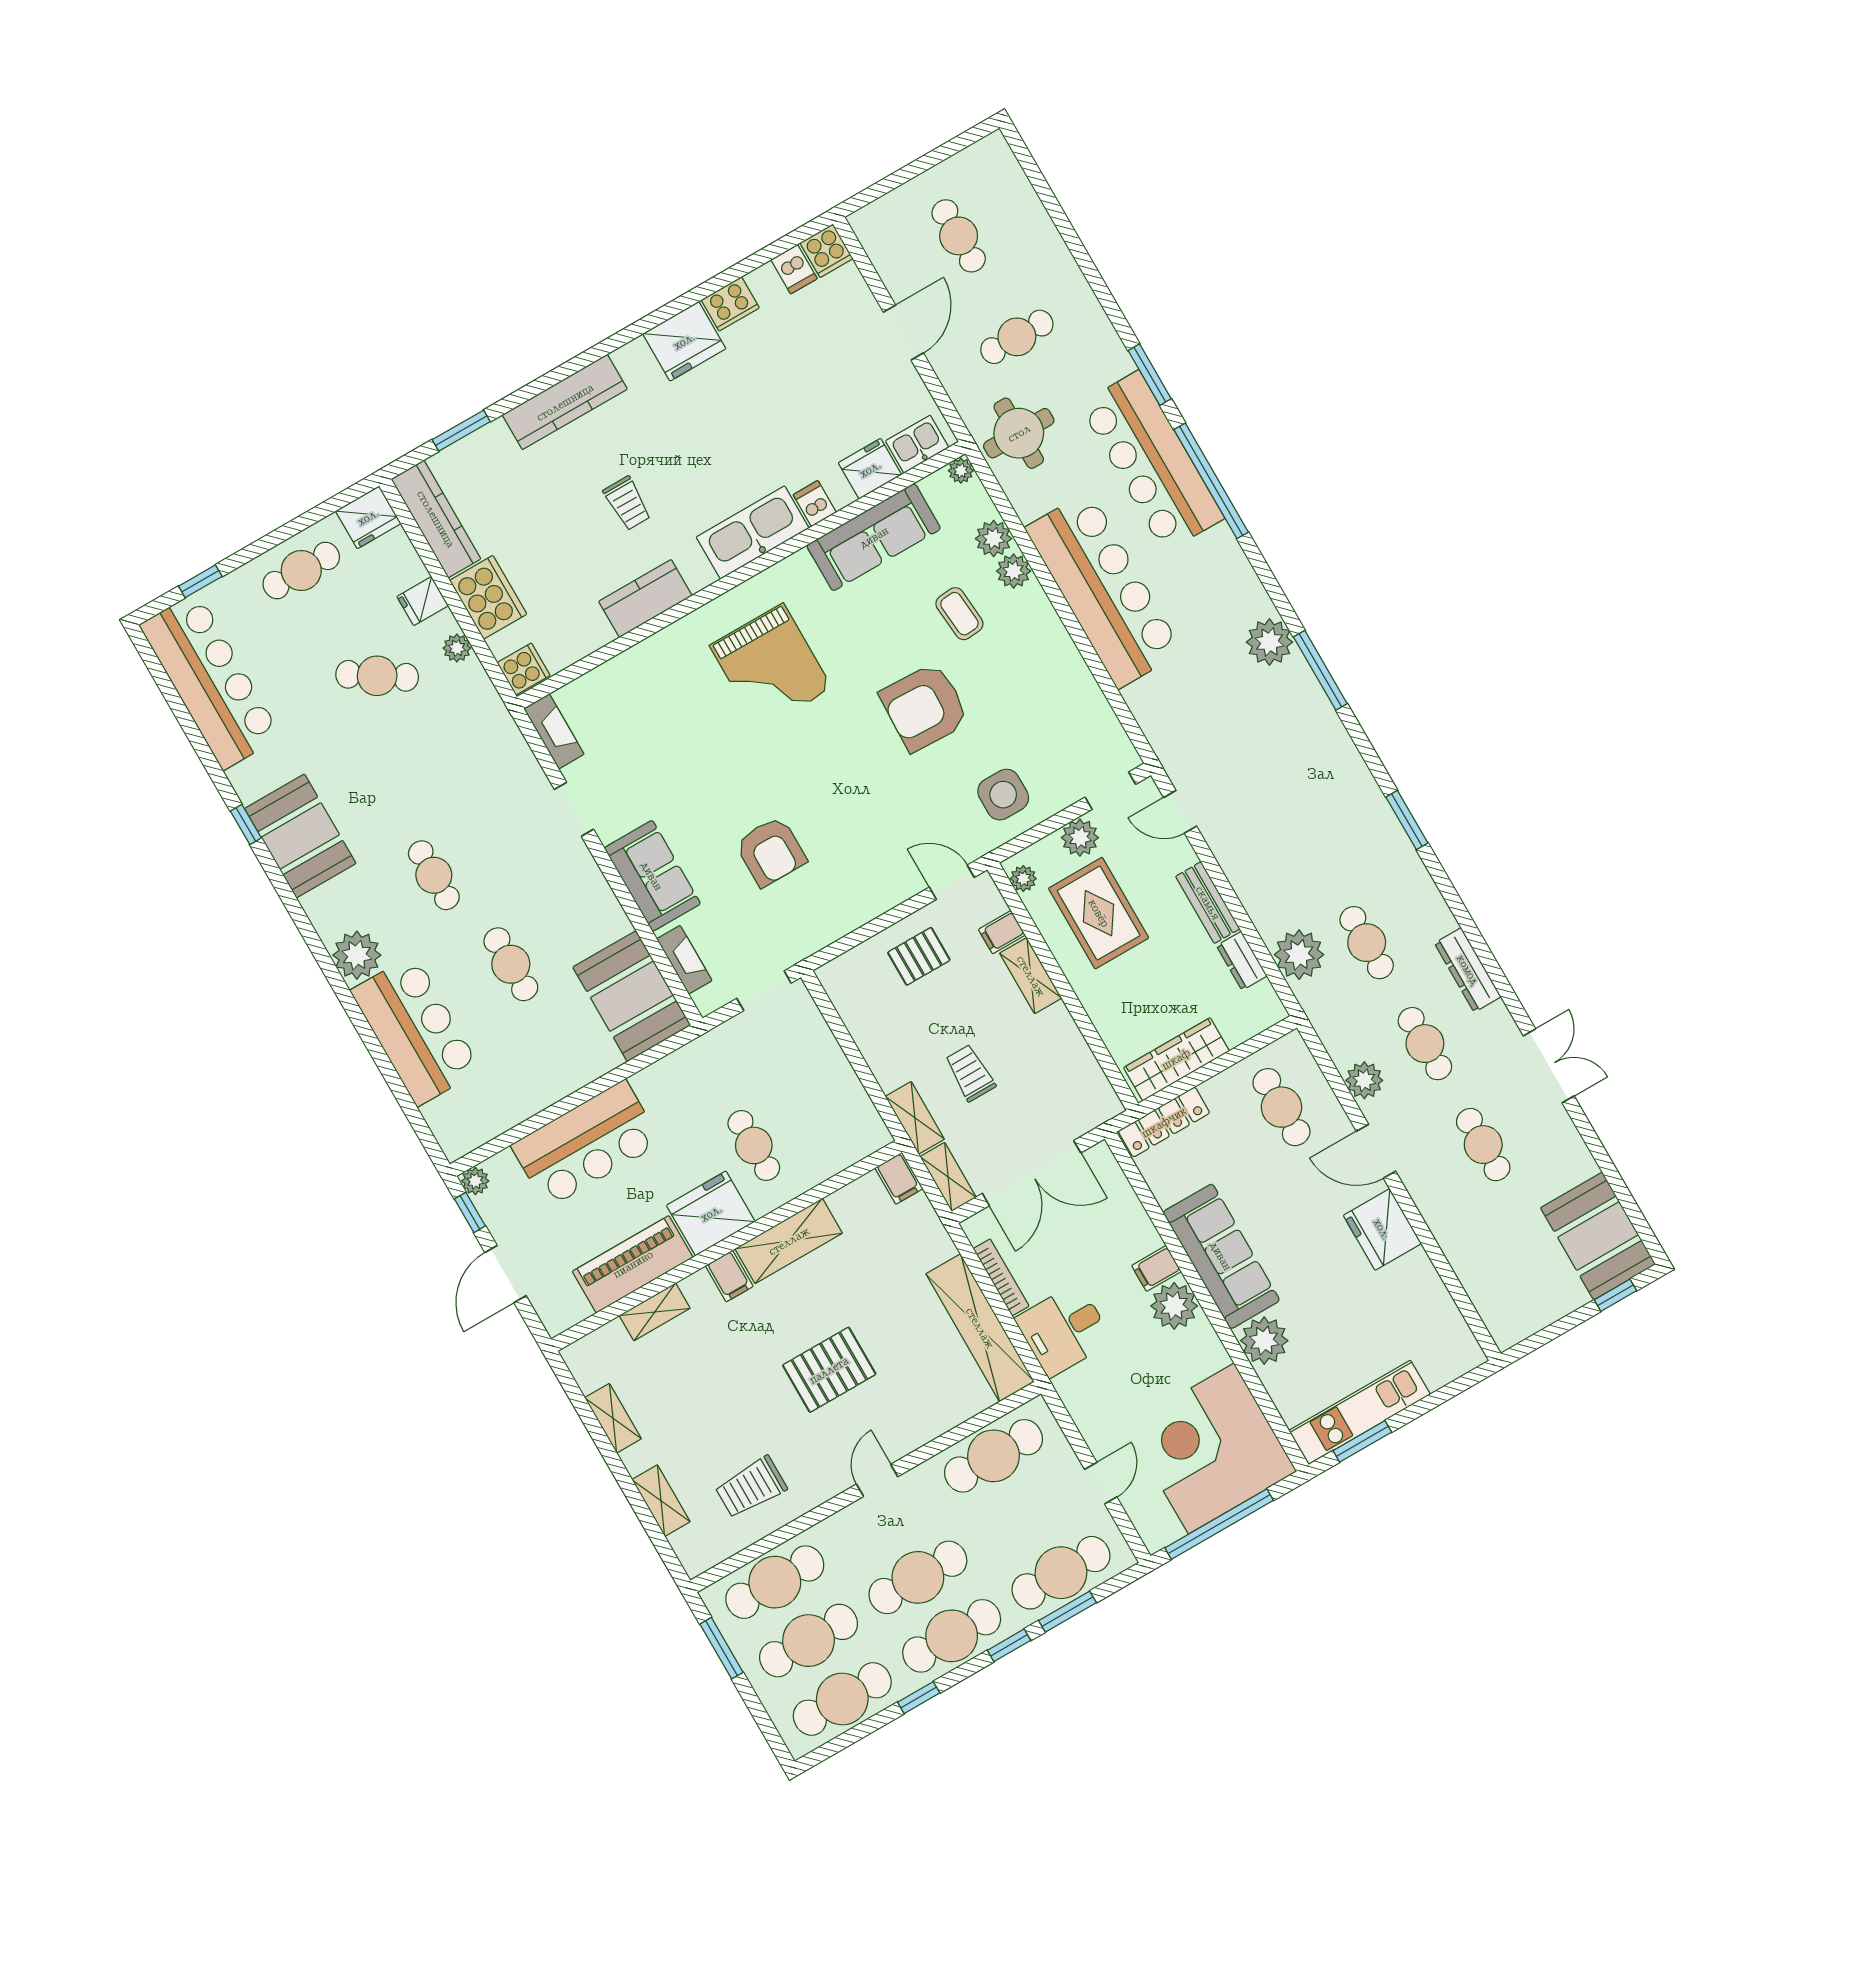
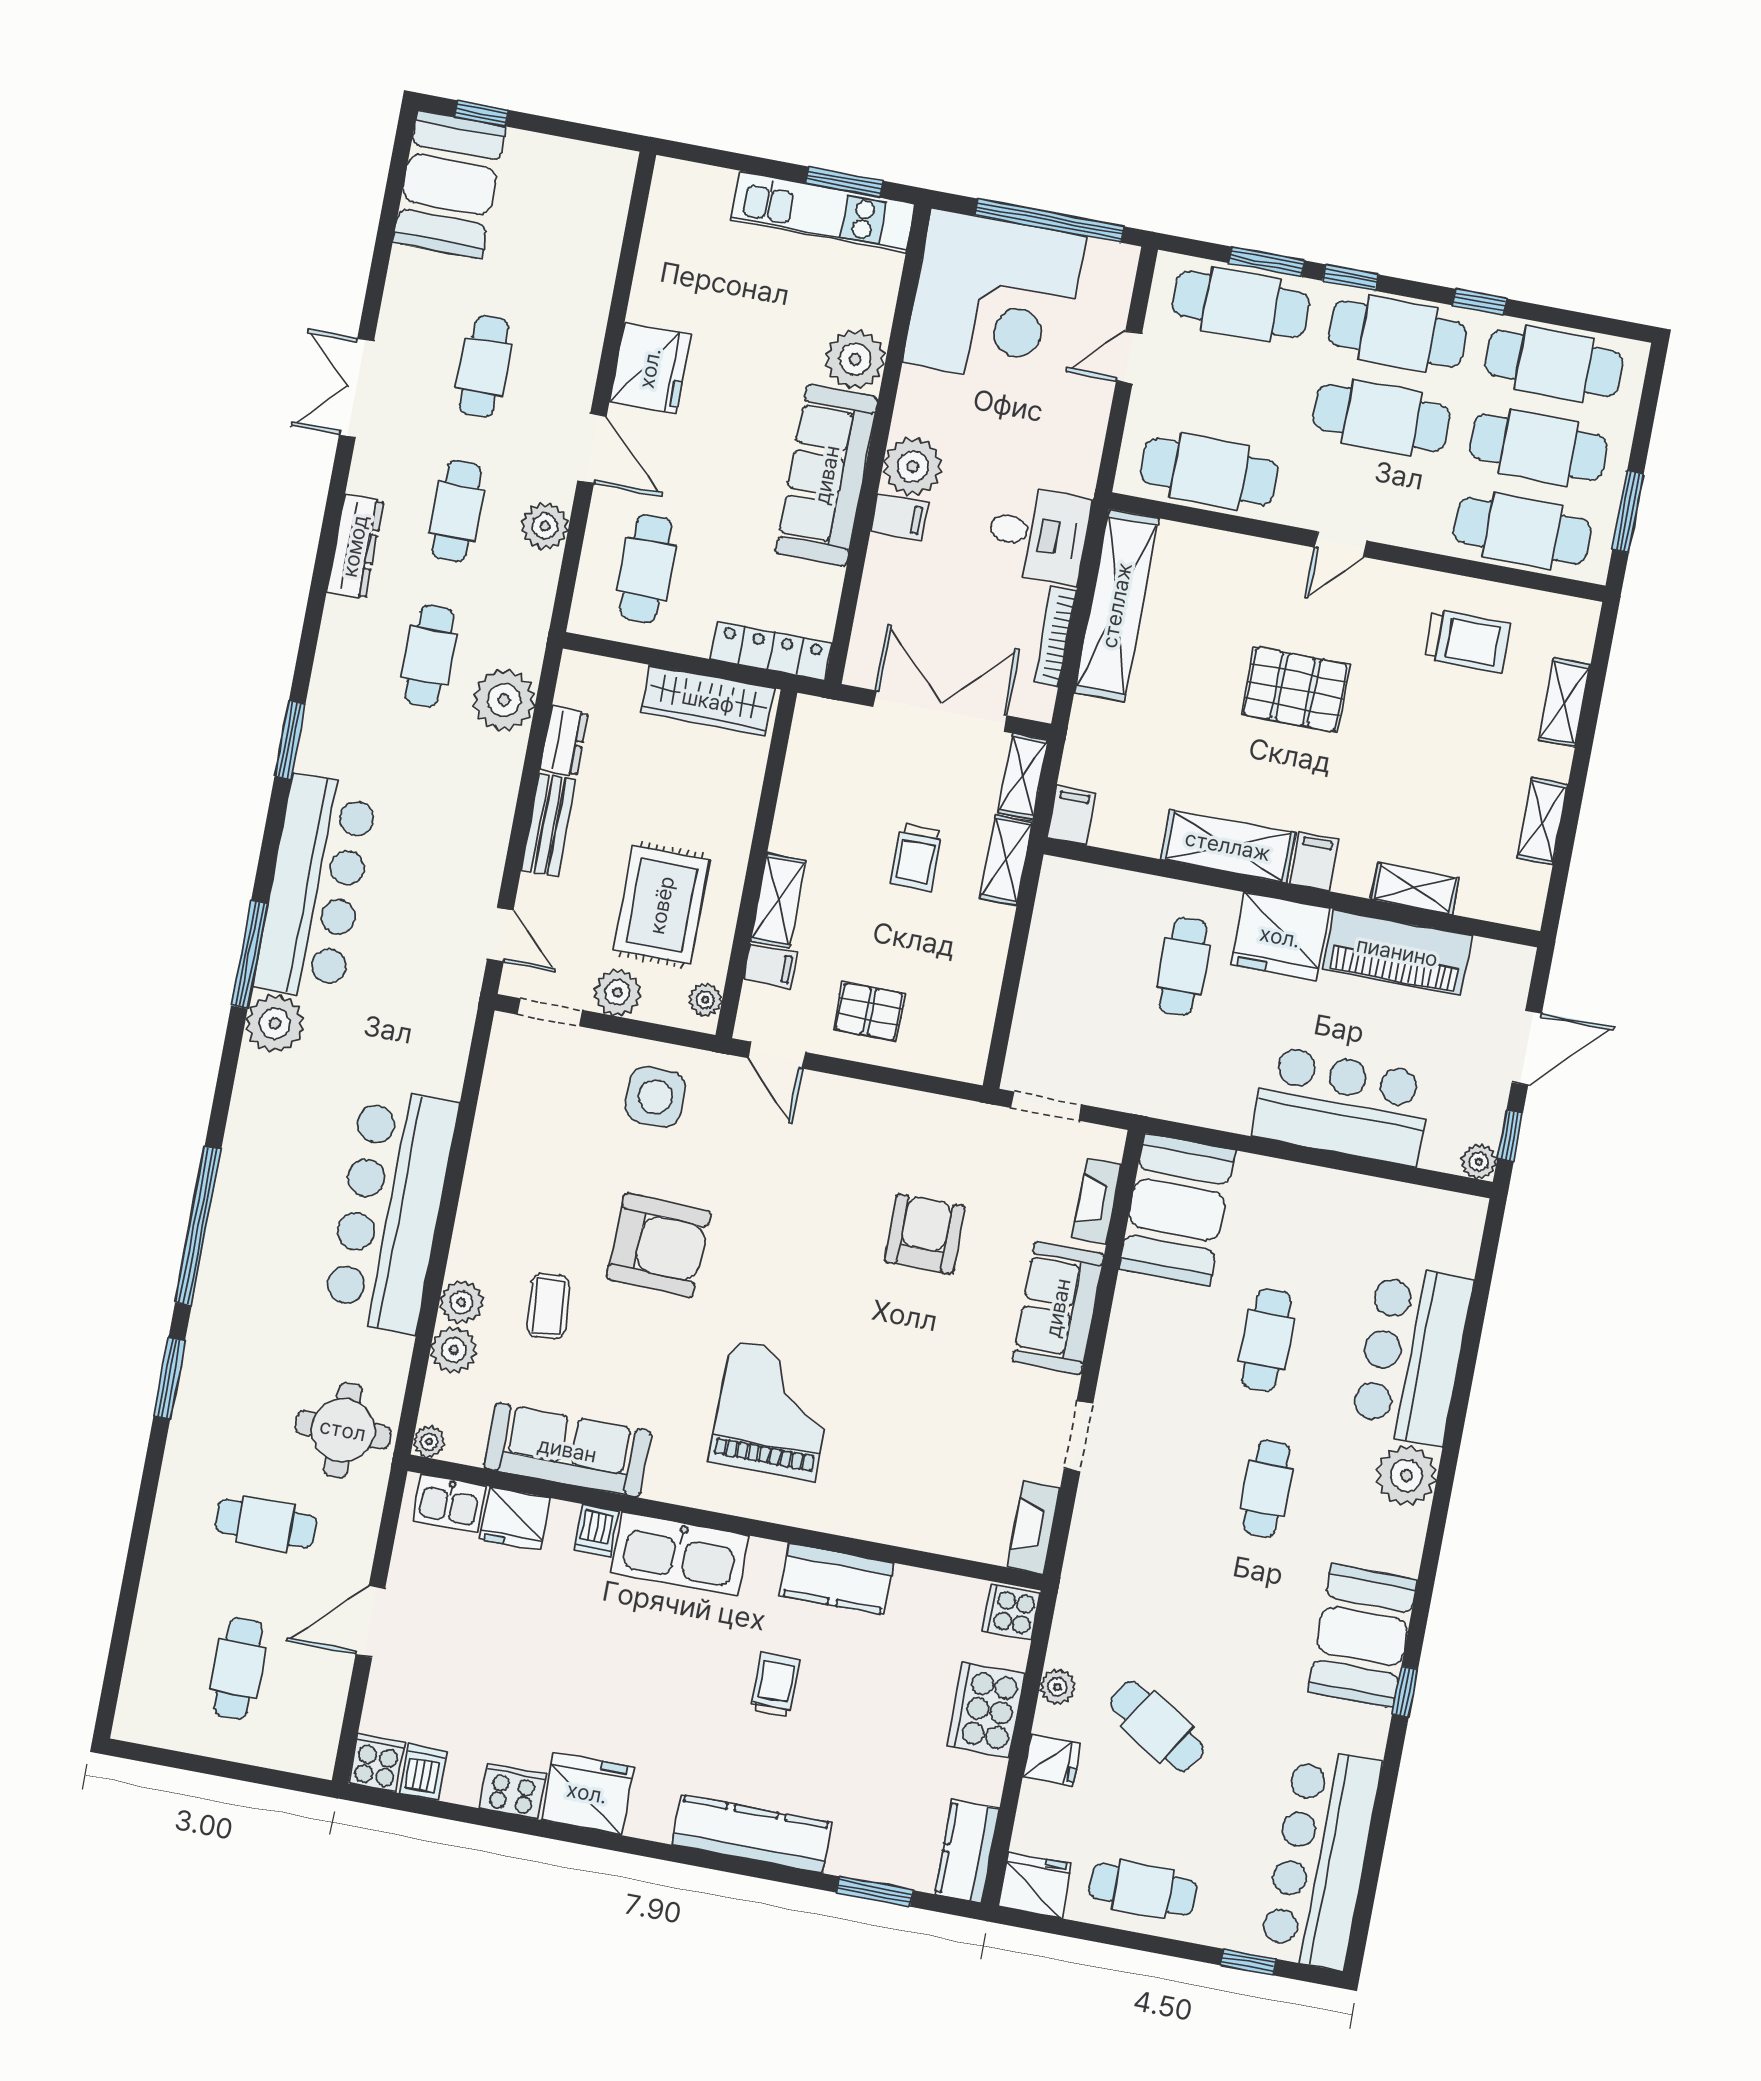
bar counter: (1152, 461) -> (316, 887), moved
kitchen counter: (436, 519) -> (967, 1851), width x0.67

